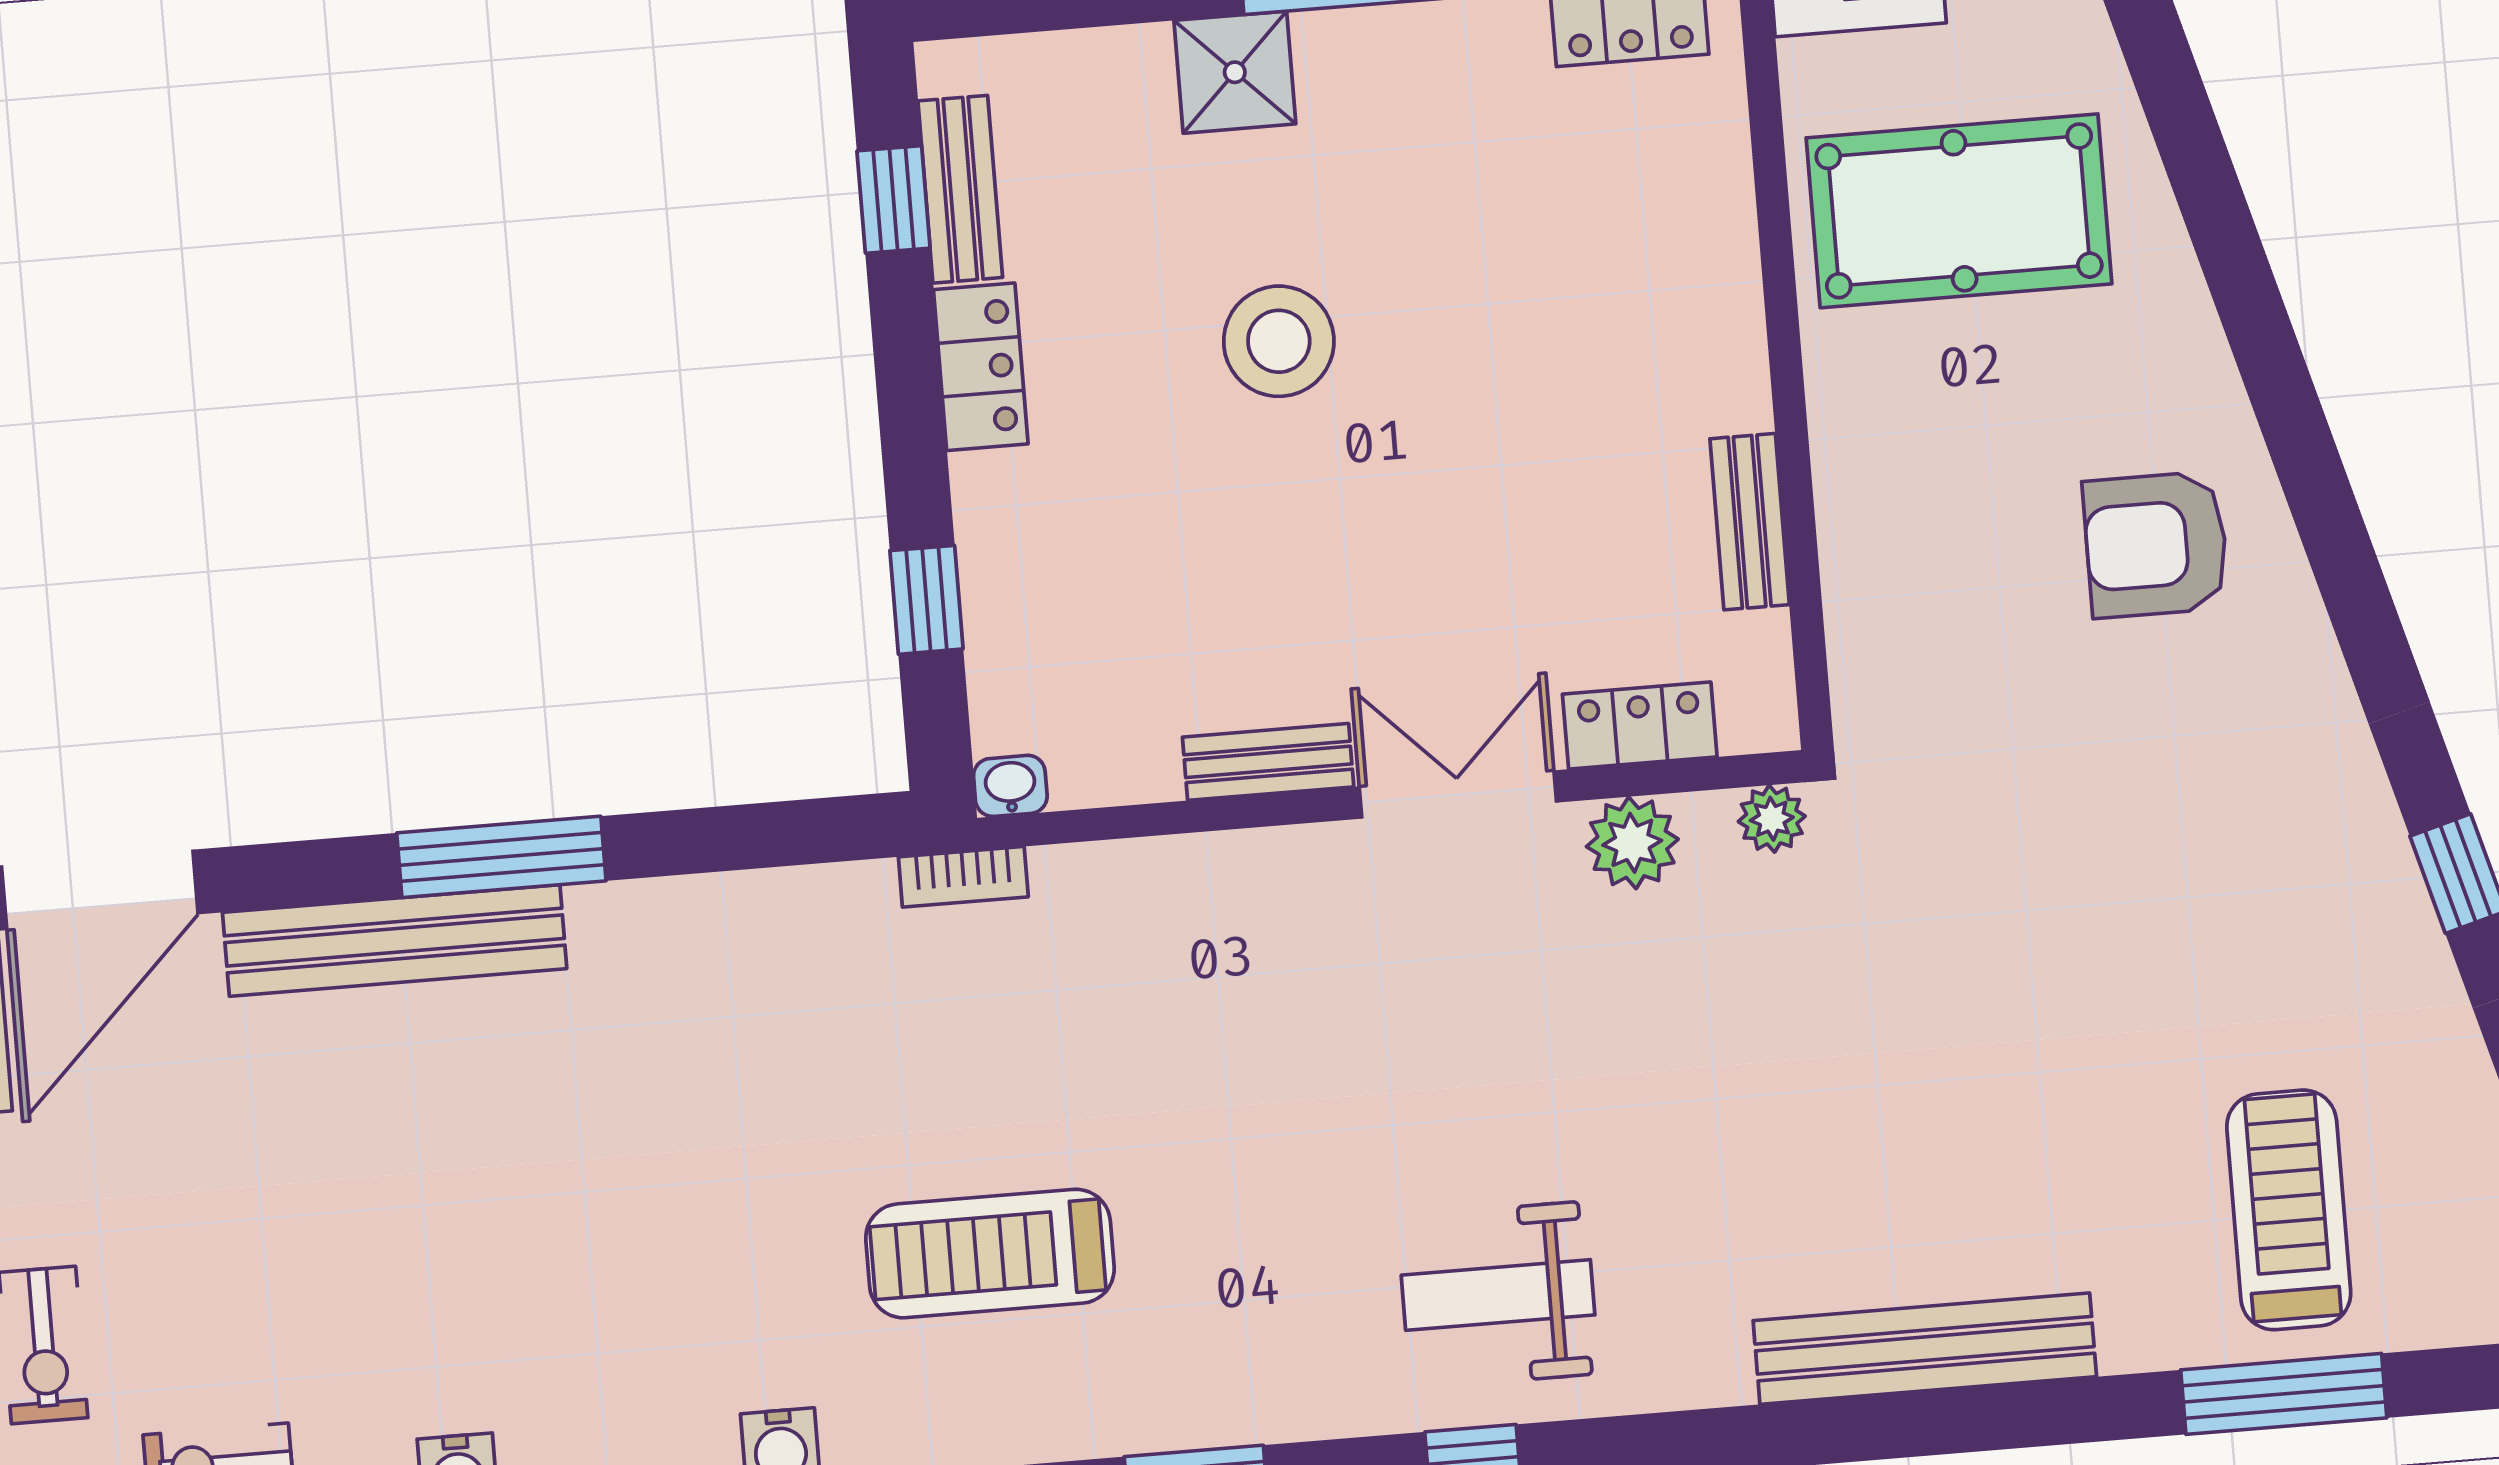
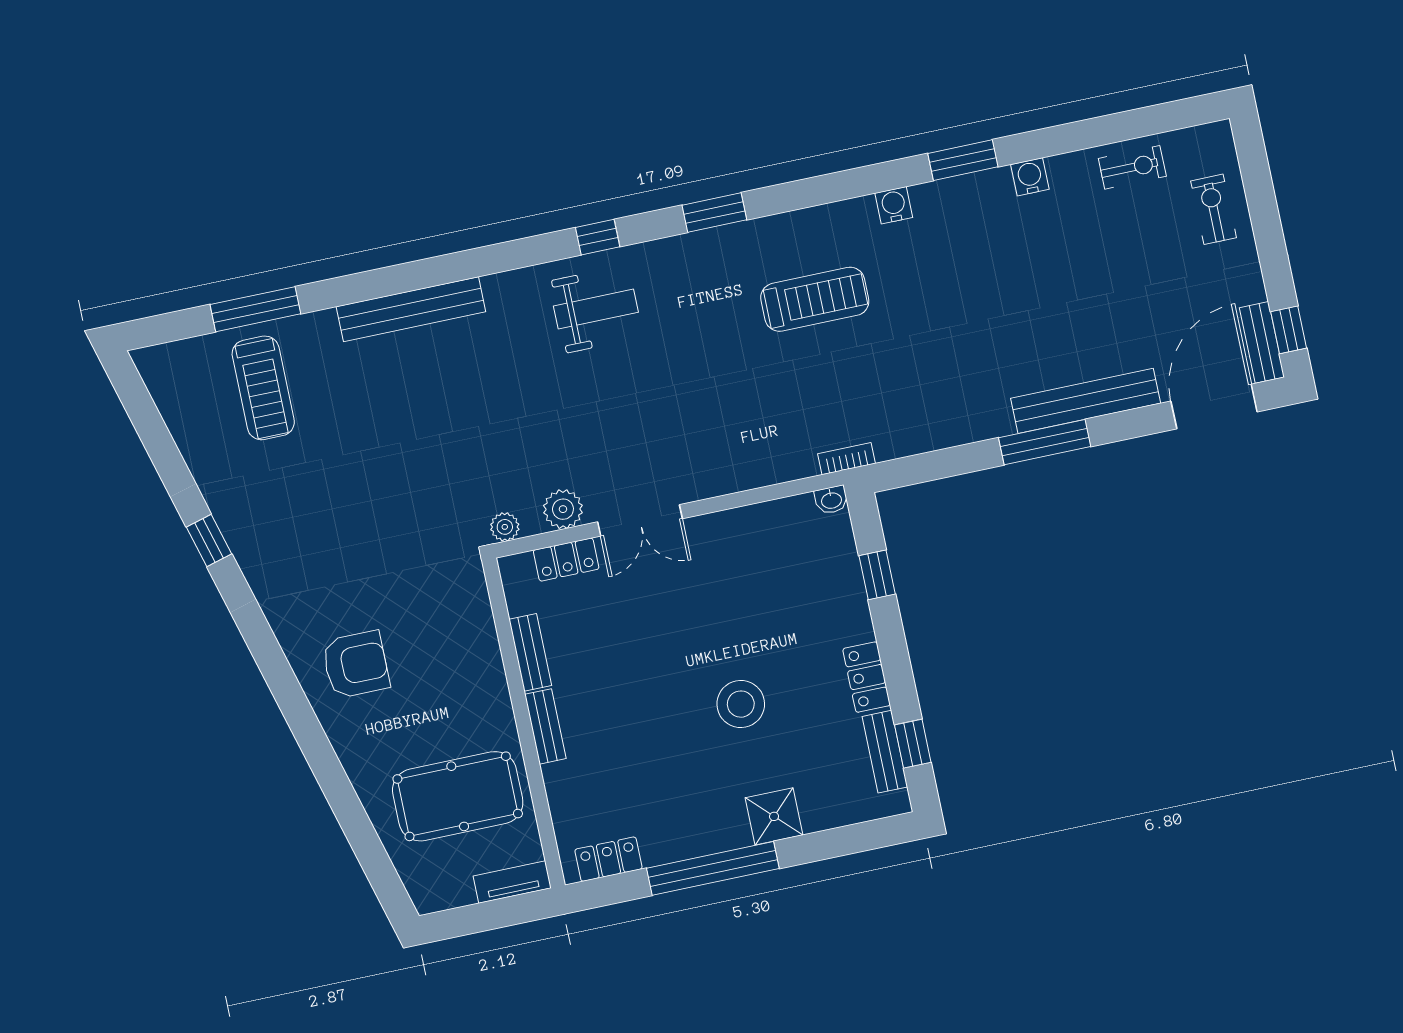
bench: (1268, 762) -> (545, 726), moved, turned 90

